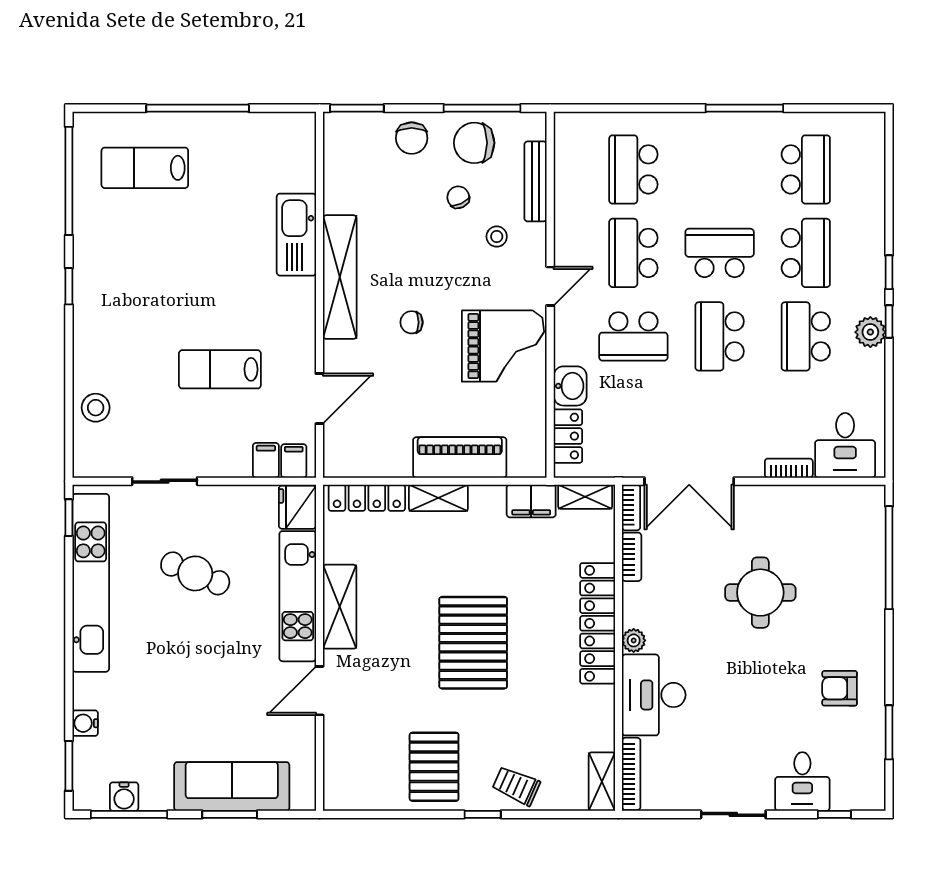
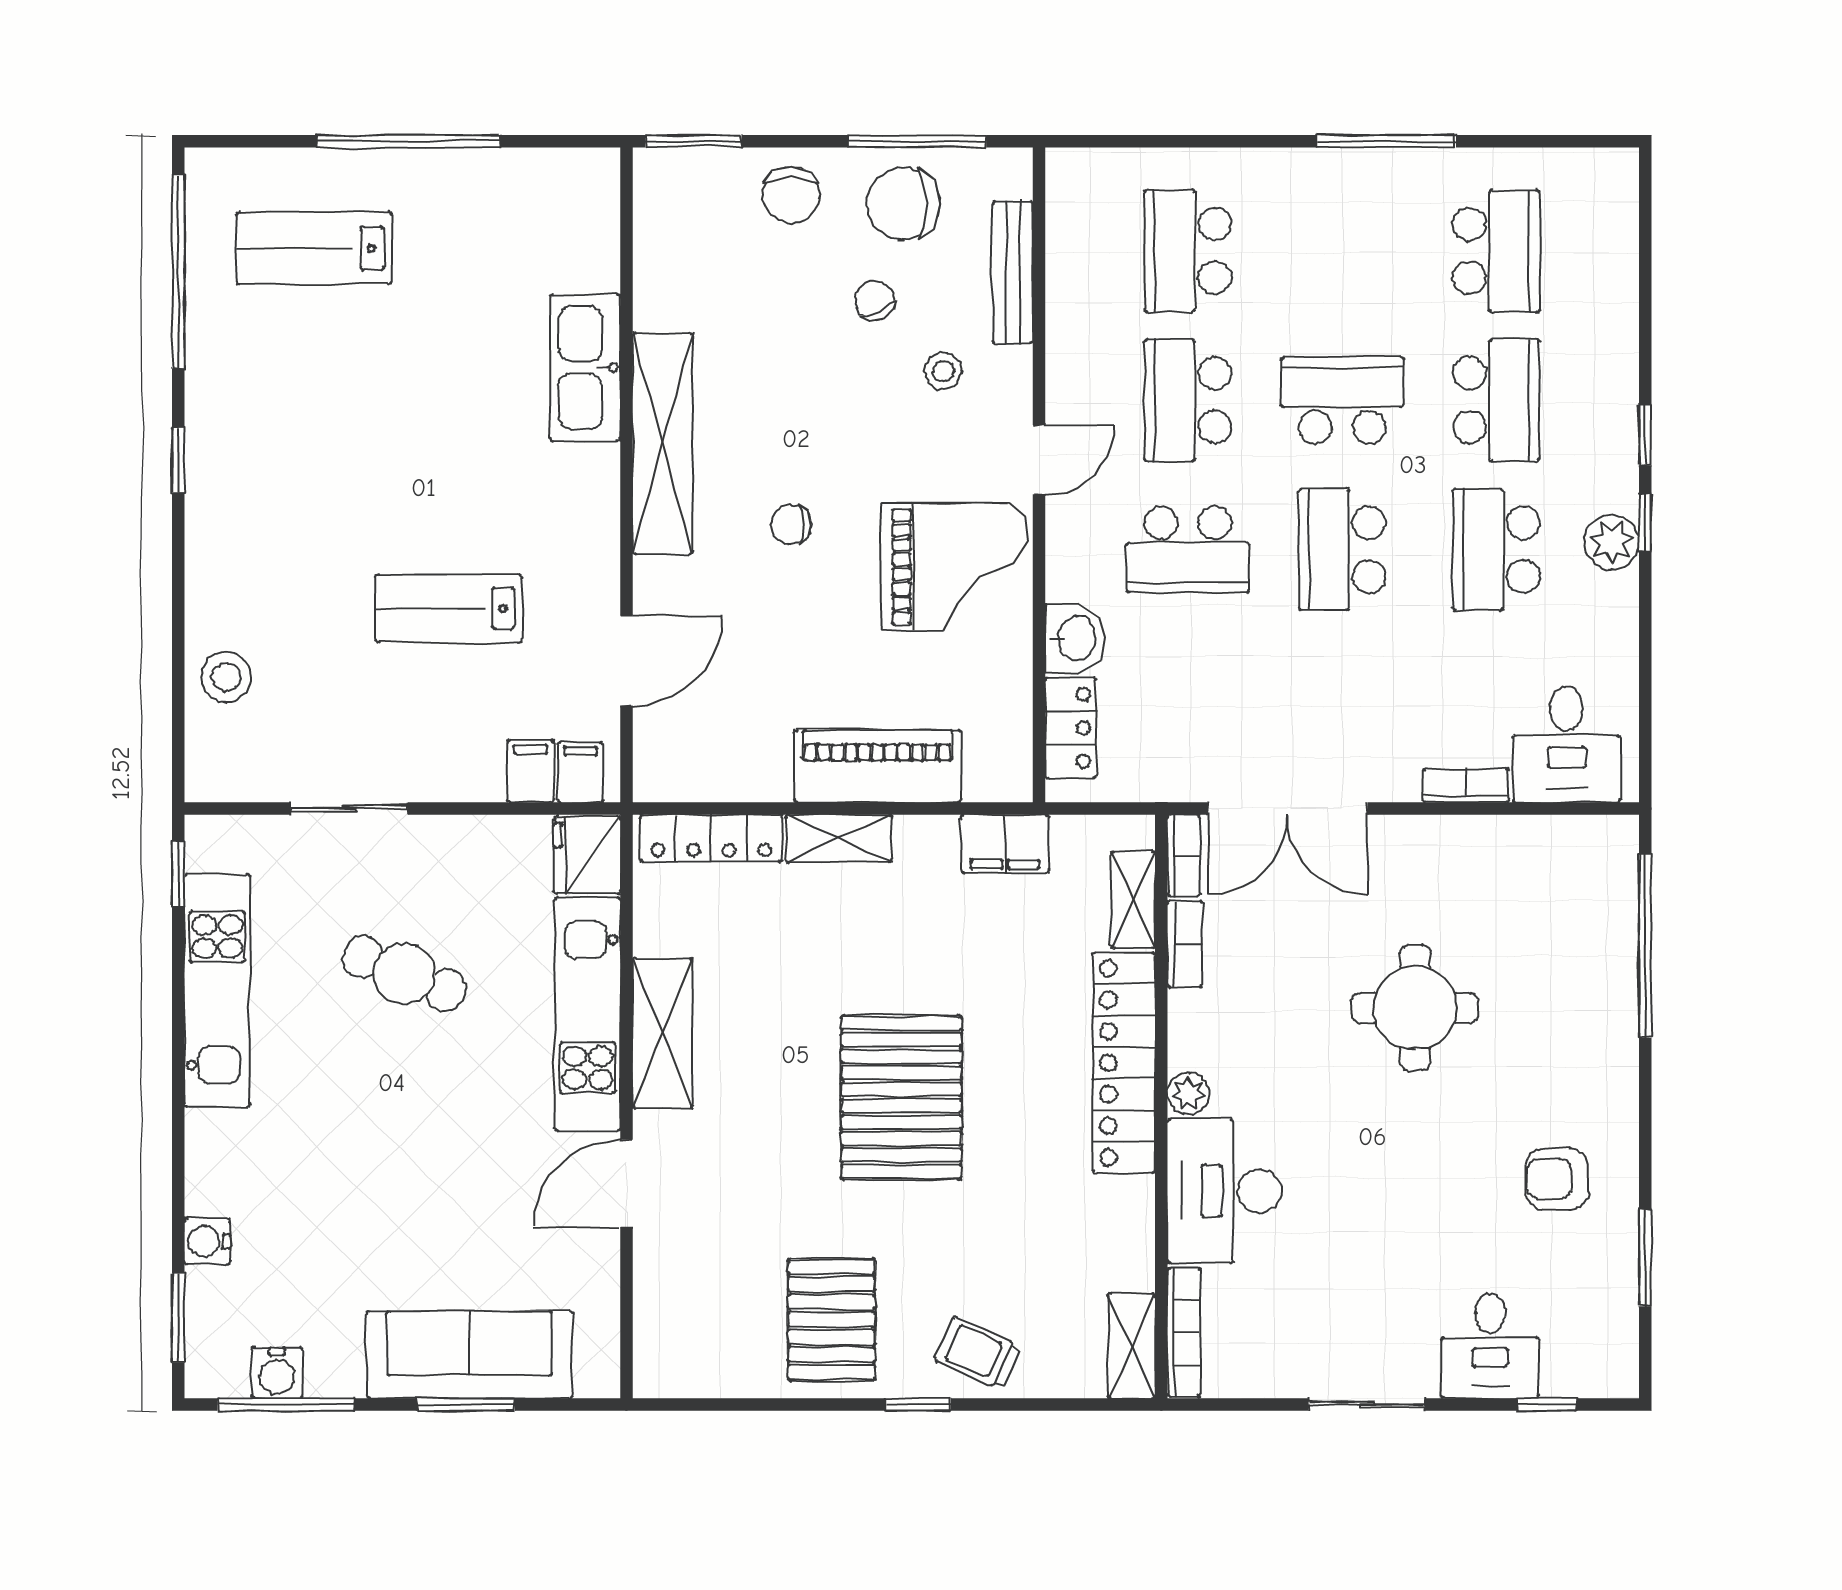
shelving: (585, 497) -> (1133, 900), moved, turned 90
kitchen unit: (91, 583) -> (217, 990), width x0.73

